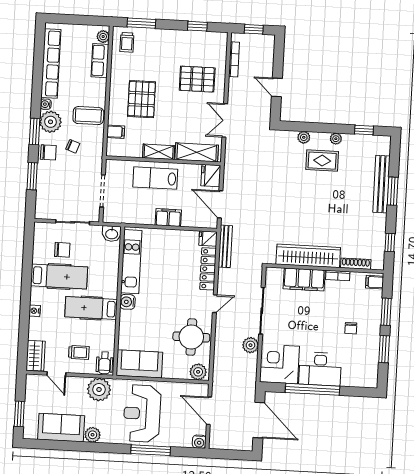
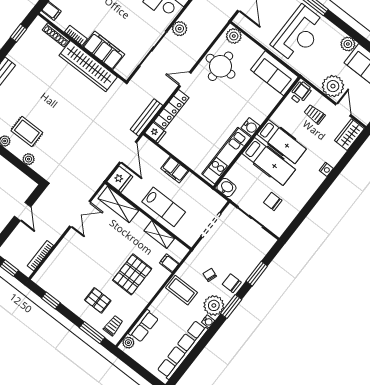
pallet: (197, 79) -> (98, 300), moved, width x0.67, depth x0.71
shelving: (159, 152) -> (159, 235), moved
hospital bed: (59, 276) -> (269, 161), moved, turned 180
plant: (99, 390) -> (333, 86), moved

